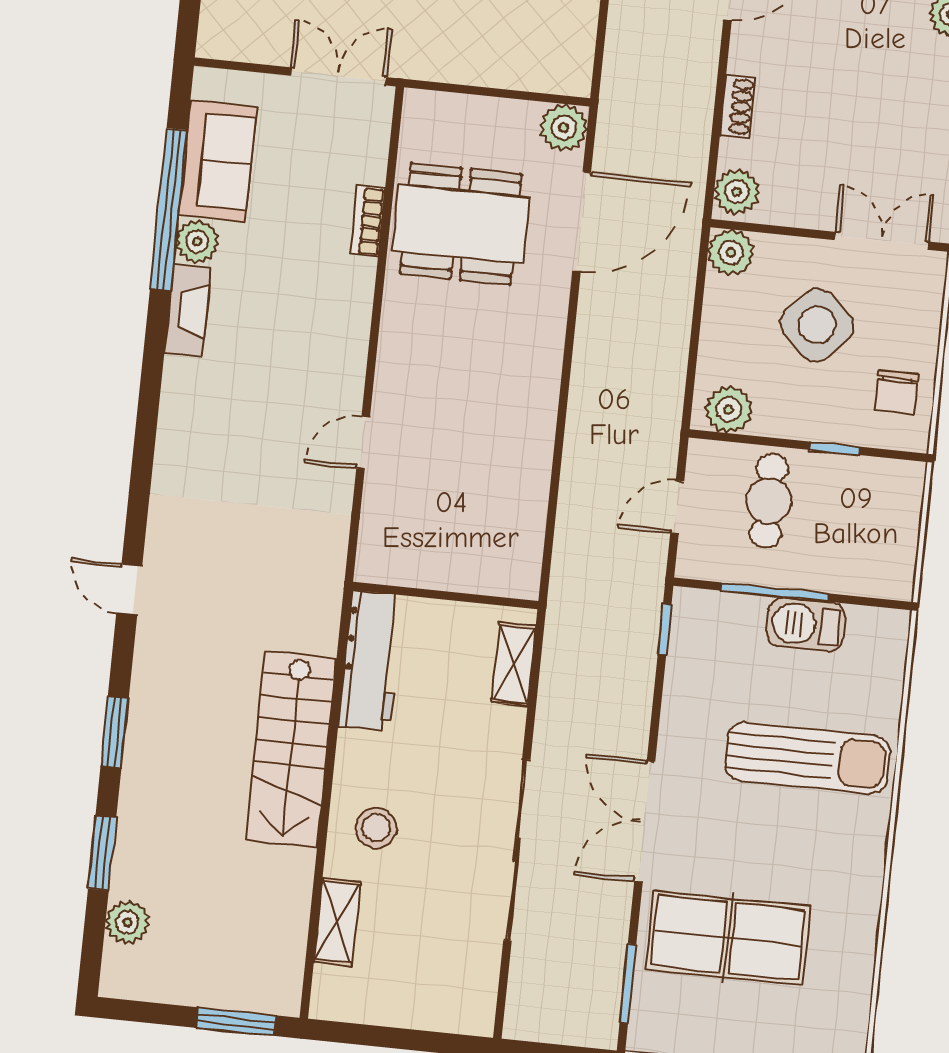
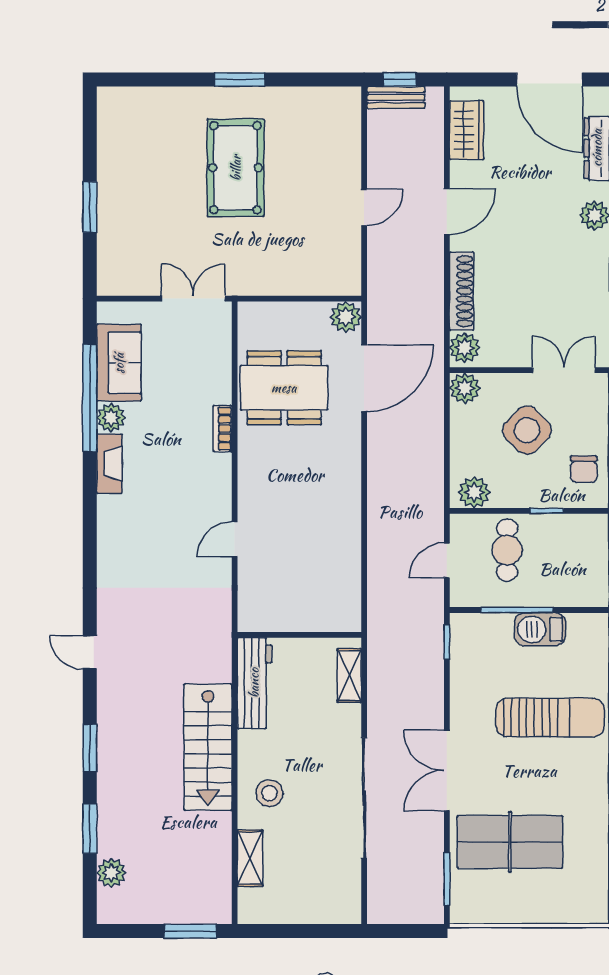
shoe rack: (738, 106) -> (462, 291), width x1.94, depth x1.24
bookcase: (368, 221) -> (223, 429), moved

